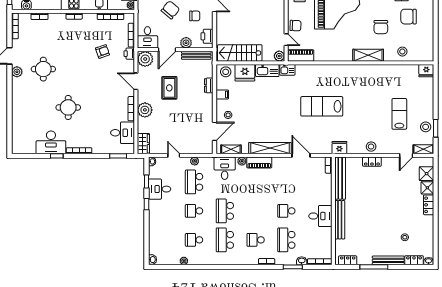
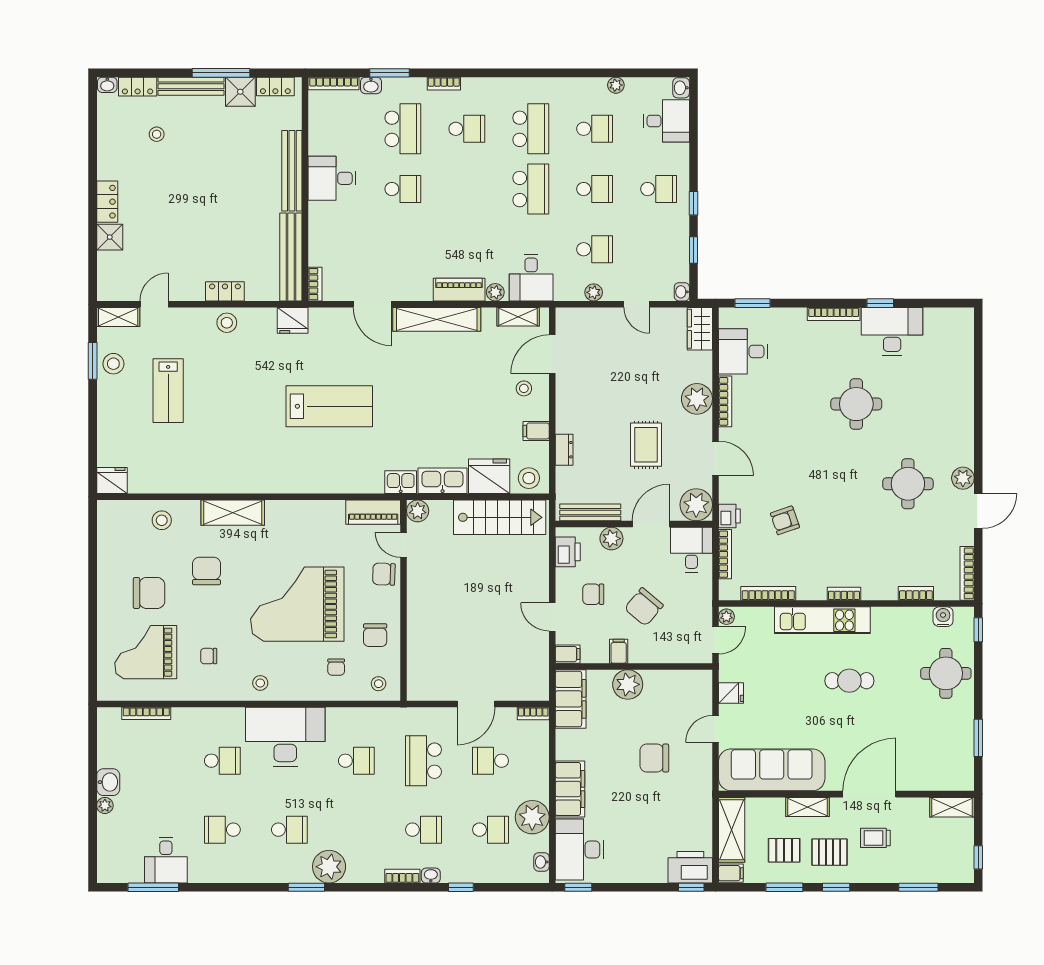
shower: (427, 174) -> (240, 92), moved
school desk: (194, 182) -> (595, 249), width x0.54
desk: (160, 189) -> (666, 121), moved
school desk: (163, 211) -> (659, 189), added

